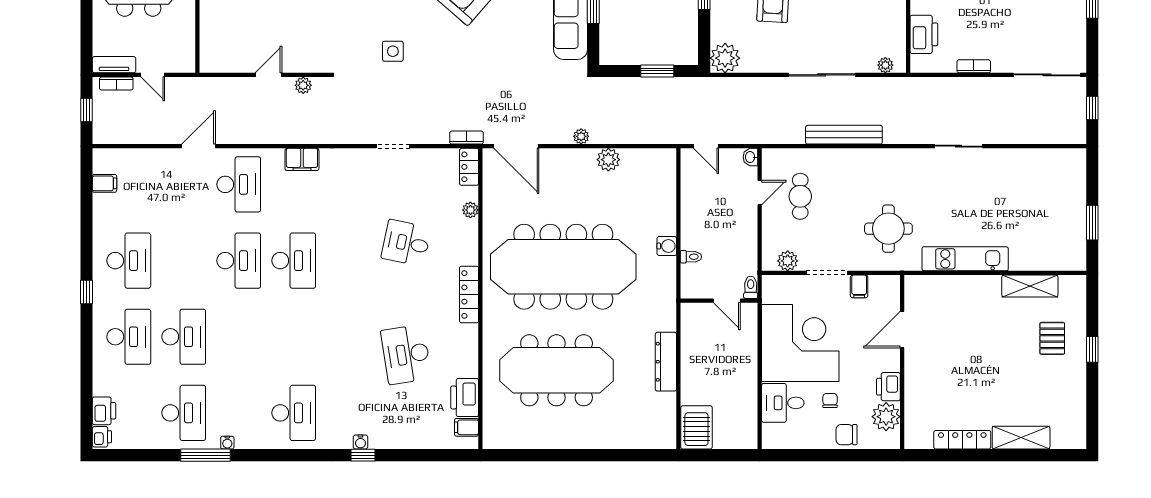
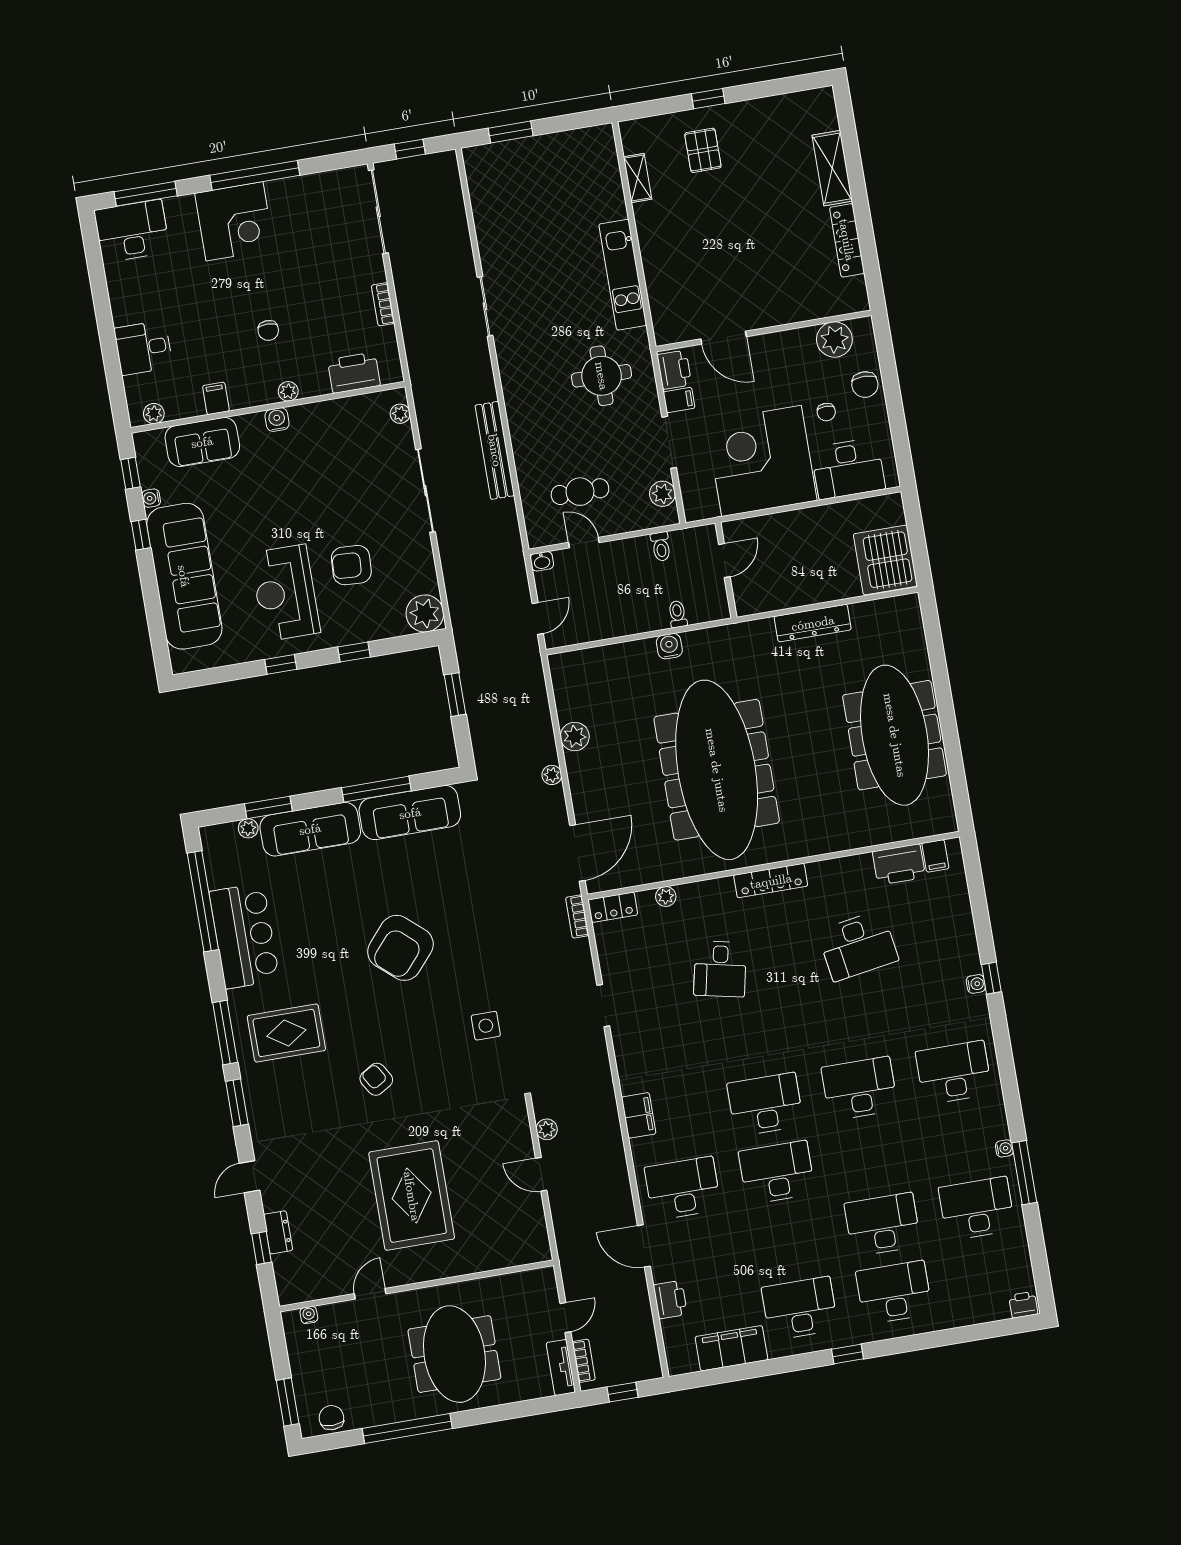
filing cabinet: (104, 183) -> (731, 1348), width x3.00, depth x1.17
window: (1092, 223) -> (511, 132), moved
shelving: (1030, 286) -> (638, 178), width x0.67, depth x0.75
toilet: (751, 287) -> (661, 547), moved, turned -90
desk: (294, 337) -> (860, 1088), added
pallet: (1052, 338) -> (703, 150), turned 90
meeting table: (557, 370) -> (895, 735), moved
printer: (888, 387) -> (674, 370), moved, turned -90
chair: (830, 401) -> (826, 412), turned -90
desk: (783, 403) -> (848, 468), width x1.37
printer: (104, 411) -> (670, 1300), moved, turned 90
server rack: (696, 427) -> (885, 560), width x1.60

